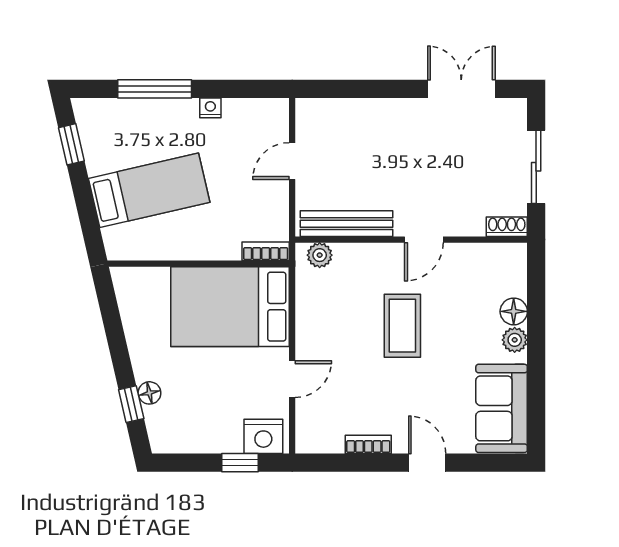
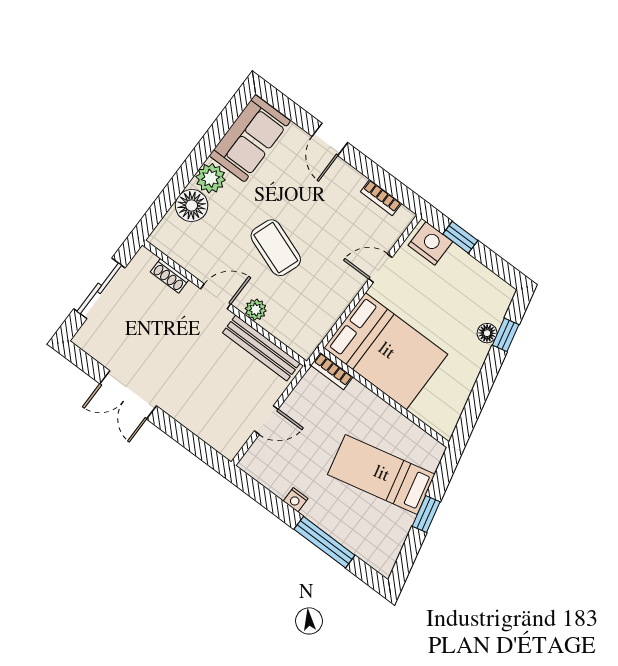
double door: (461, 89) -> (128, 395), moved
window: (71, 144) -> (426, 514), moved
shoe rack: (507, 227) -> (170, 276), moved
plant: (320, 255) -> (256, 310), moved
floor lamp: (514, 311) -> (192, 206), width x1.38, depth x1.38
coffee table: (402, 326) -> (276, 248), turned -70
plant: (515, 340) -> (211, 178), width x1.38, depth x1.38
bookcase: (368, 444) -> (381, 198), moved

